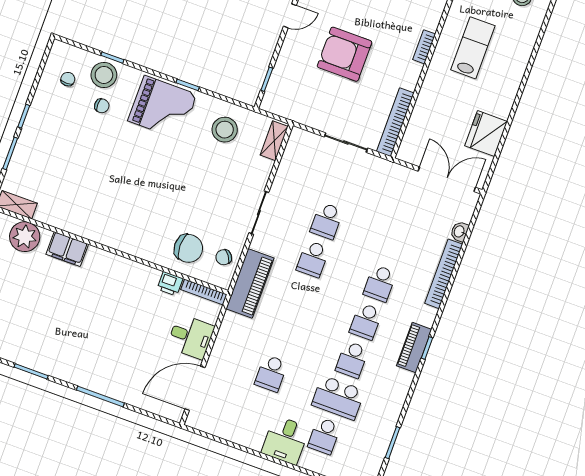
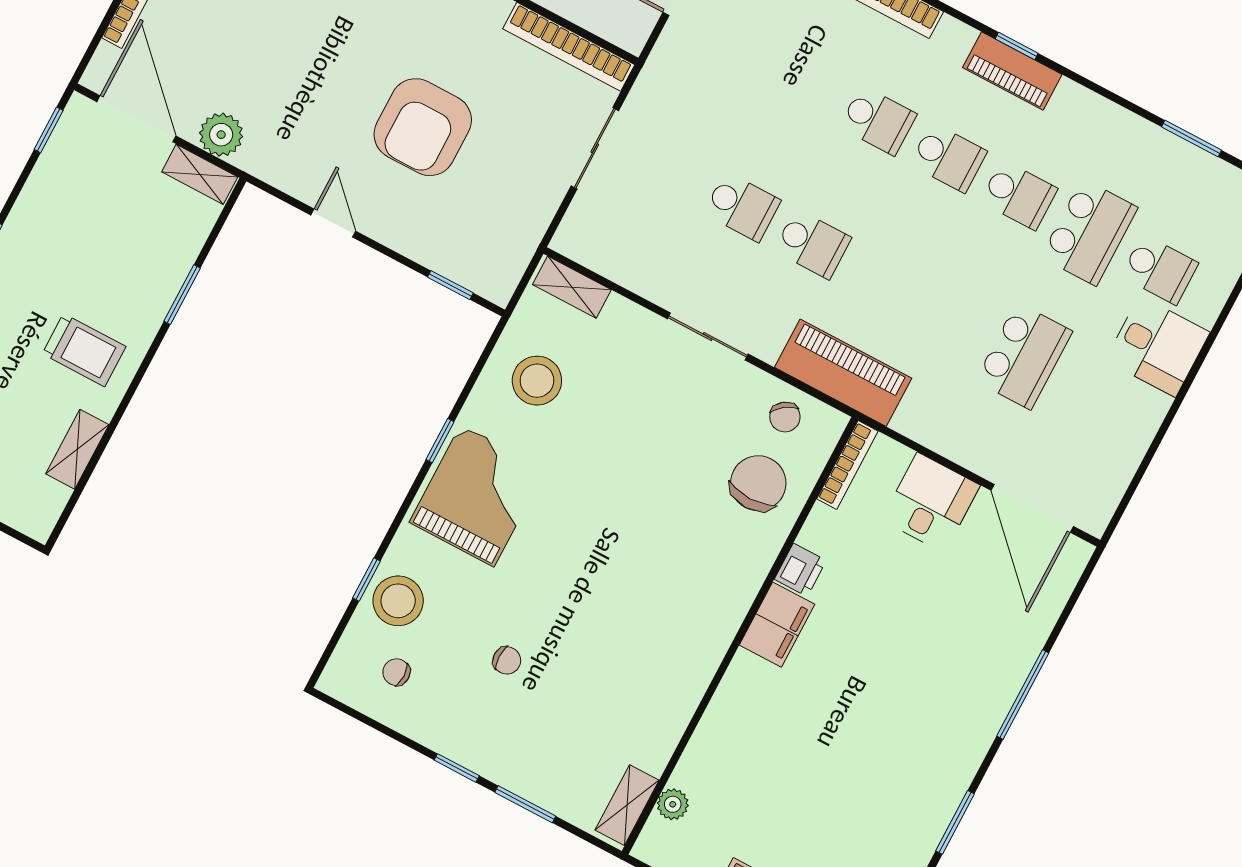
chair: (102, 106) -> (507, 660), moved, turned 90
plant: (25, 237) -> (673, 804), width x0.53, depth x0.53
filing cabinet: (67, 249) -> (777, 625), moved
printer: (170, 284) -> (800, 570), moved
school desk: (271, 373) -> (1024, 356), width x1.85

